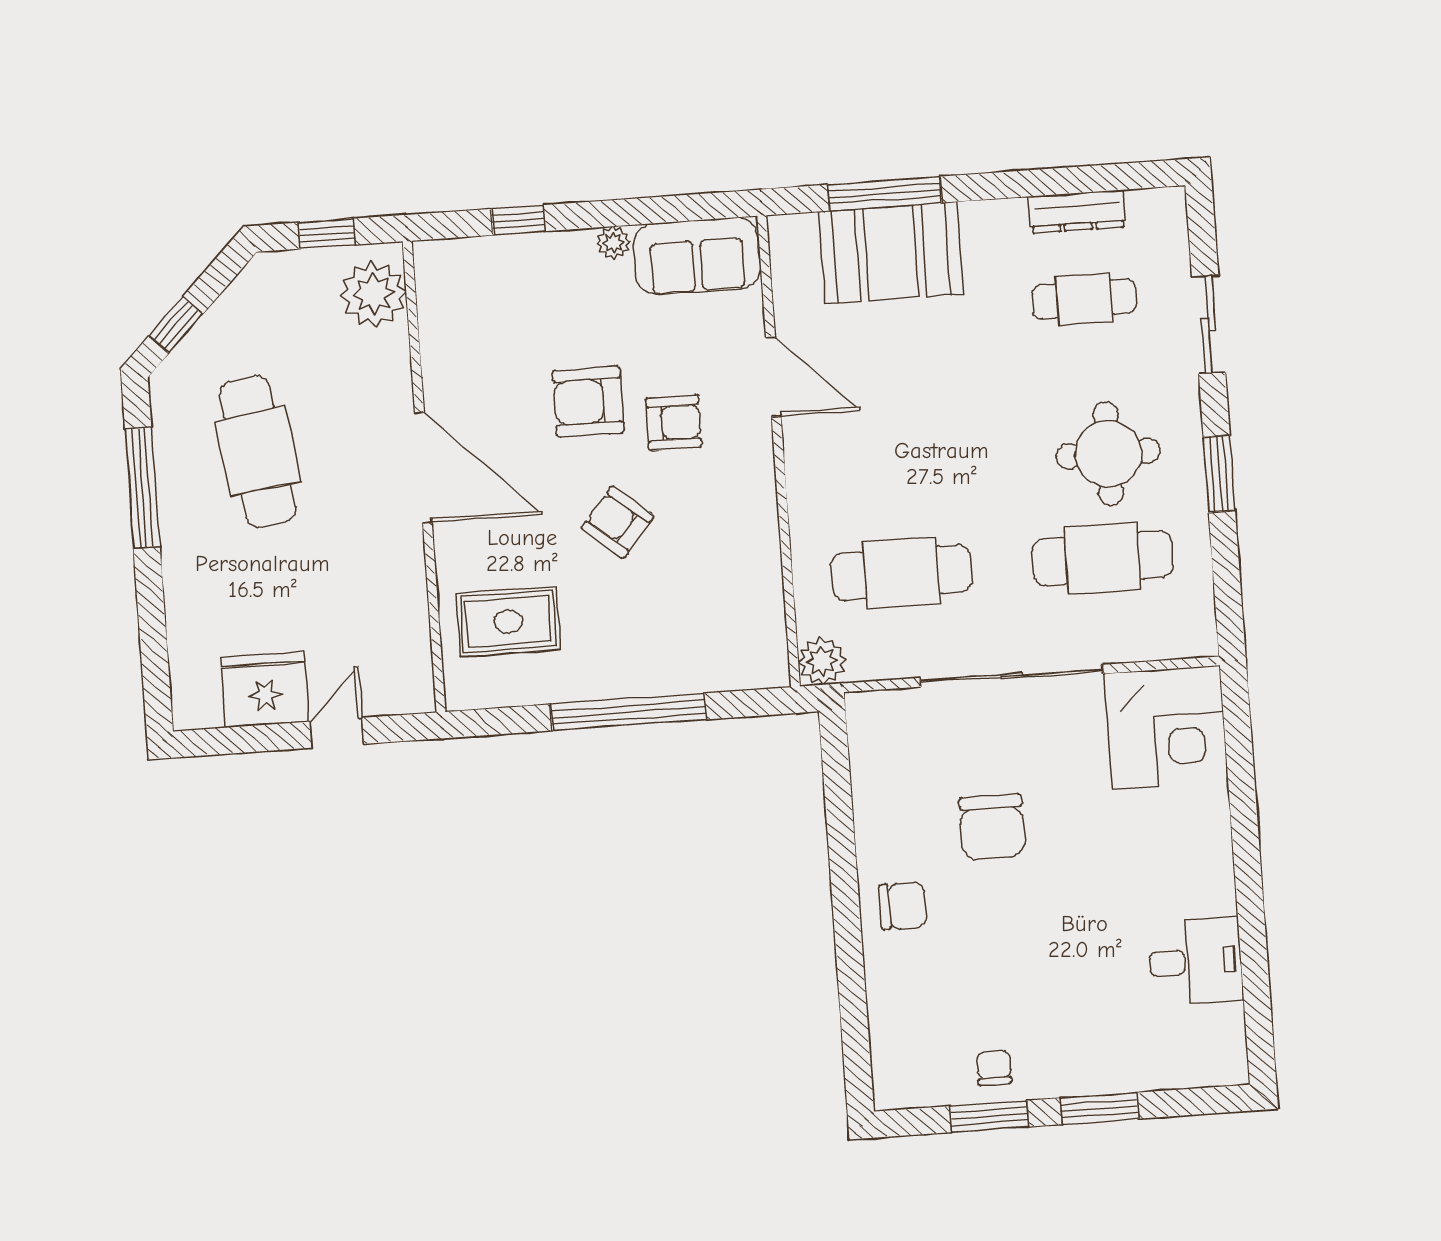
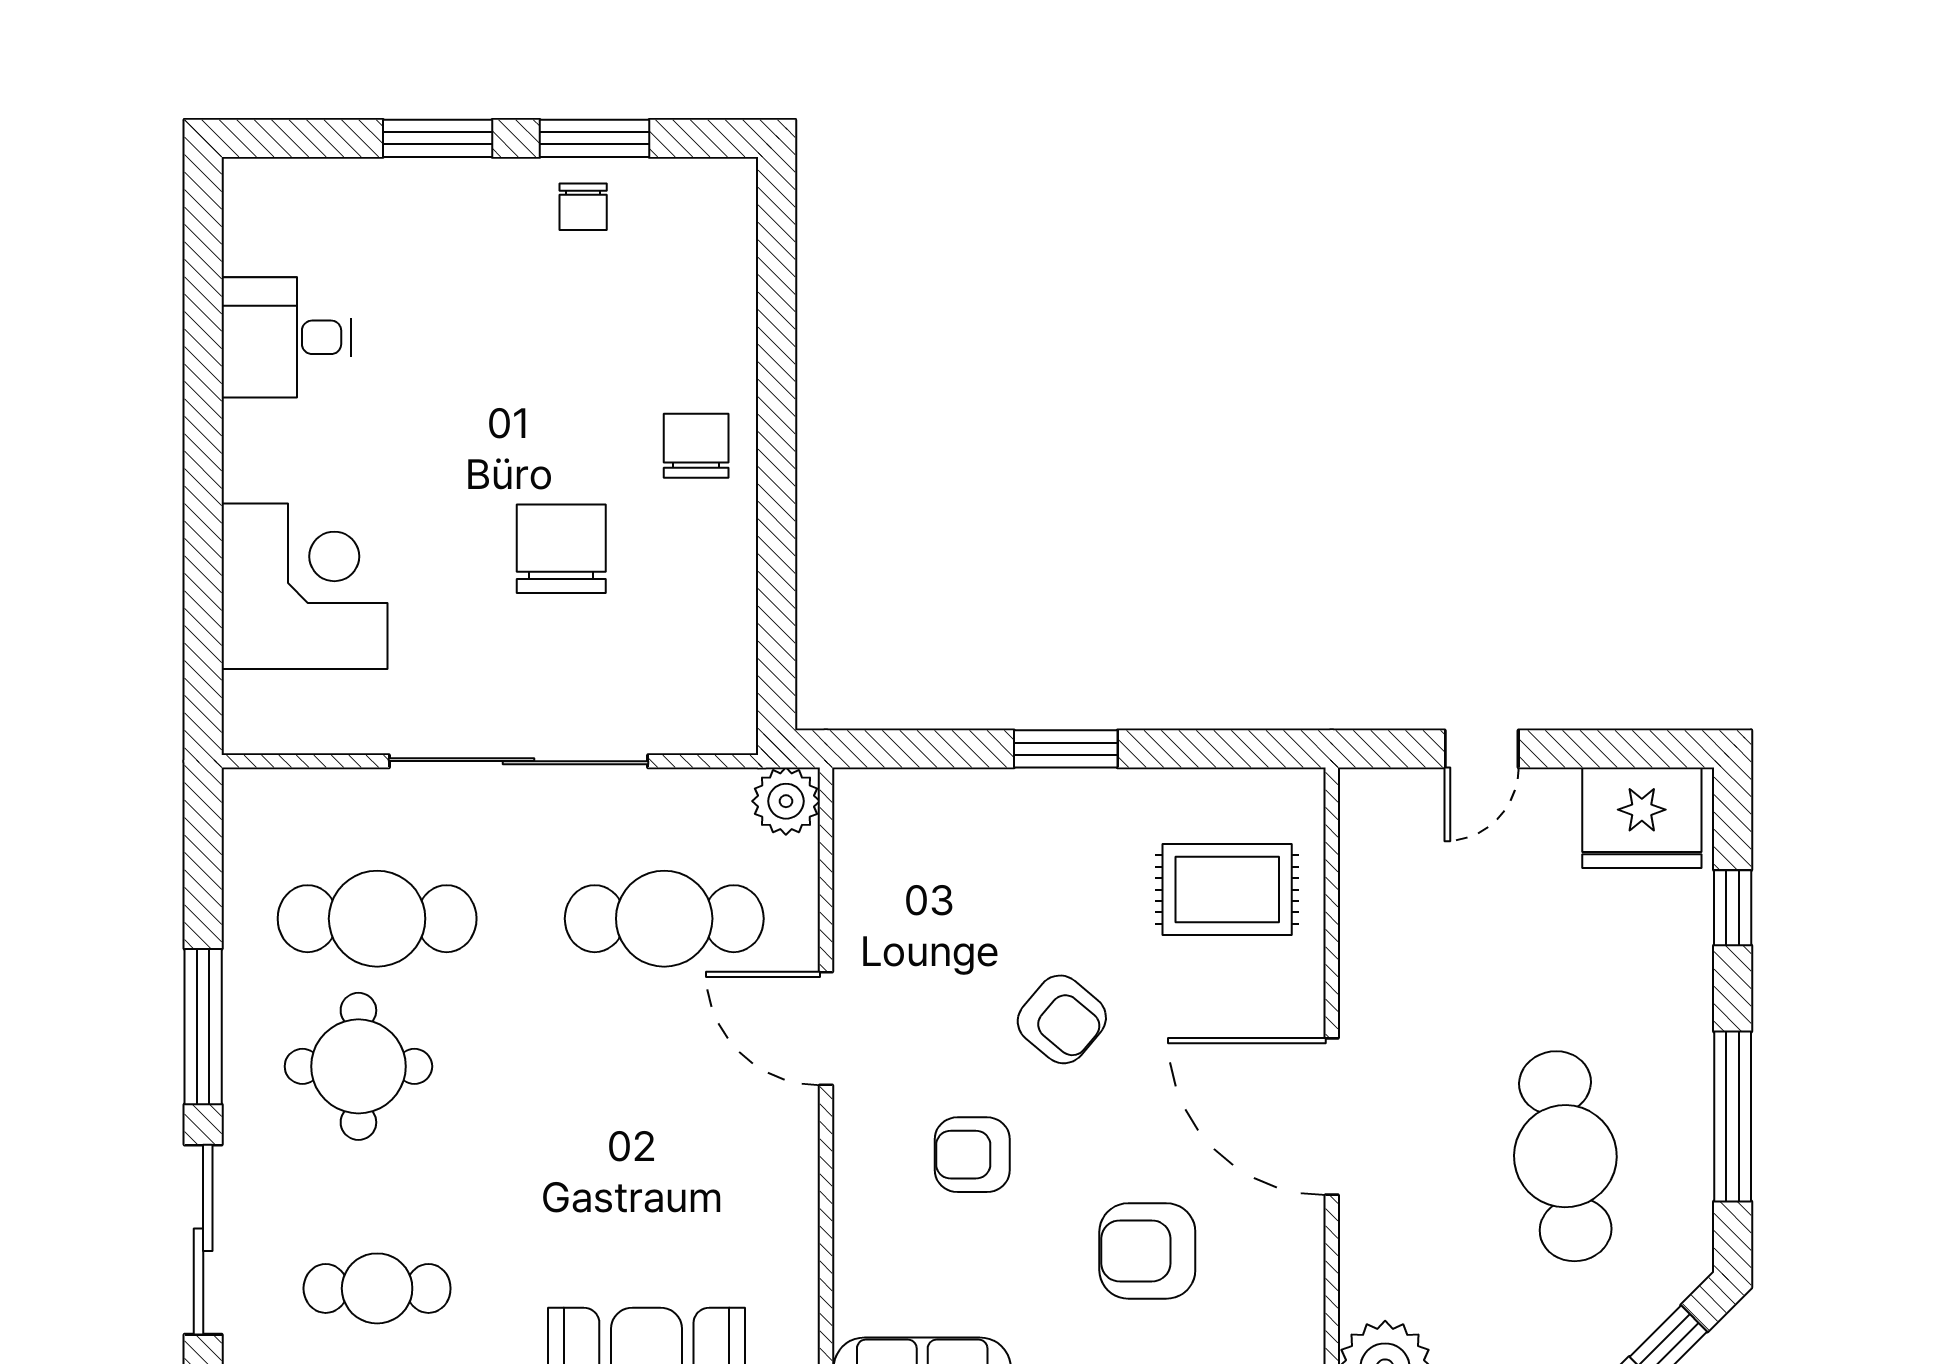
sliding door: (1209, 324) -> (203, 1240), width x1.37
door: (773, 377) -> (826, 1029), moved
armchair: (588, 401) -> (1147, 1251), moved, turned 180
window: (1219, 474) -> (203, 1027), width x1.44
window: (153, 634) -> (1733, 908), added
fridge: (265, 689) -> (1642, 818), moved
window: (628, 712) -> (1066, 749), width x0.47
corner desk: (1166, 727) -> (304, 586), moved, turned 90
chair: (903, 906) -> (696, 446), turned 90

